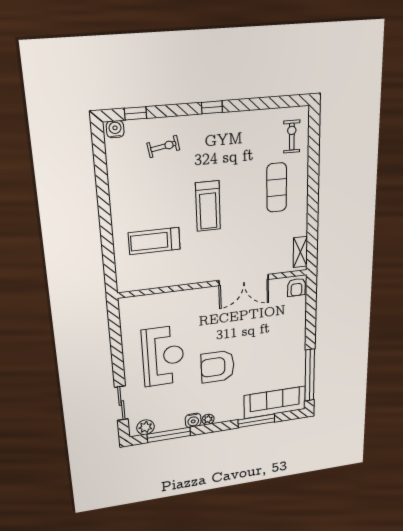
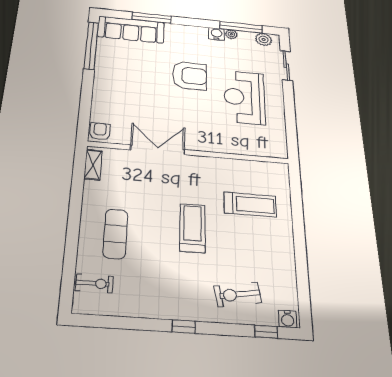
exercise bike: (292, 137) -> (94, 283), turned -90
exercise bike: (163, 147) -> (238, 294), width x1.38, depth x1.39
plant: (208, 419) -> (231, 34), moved

